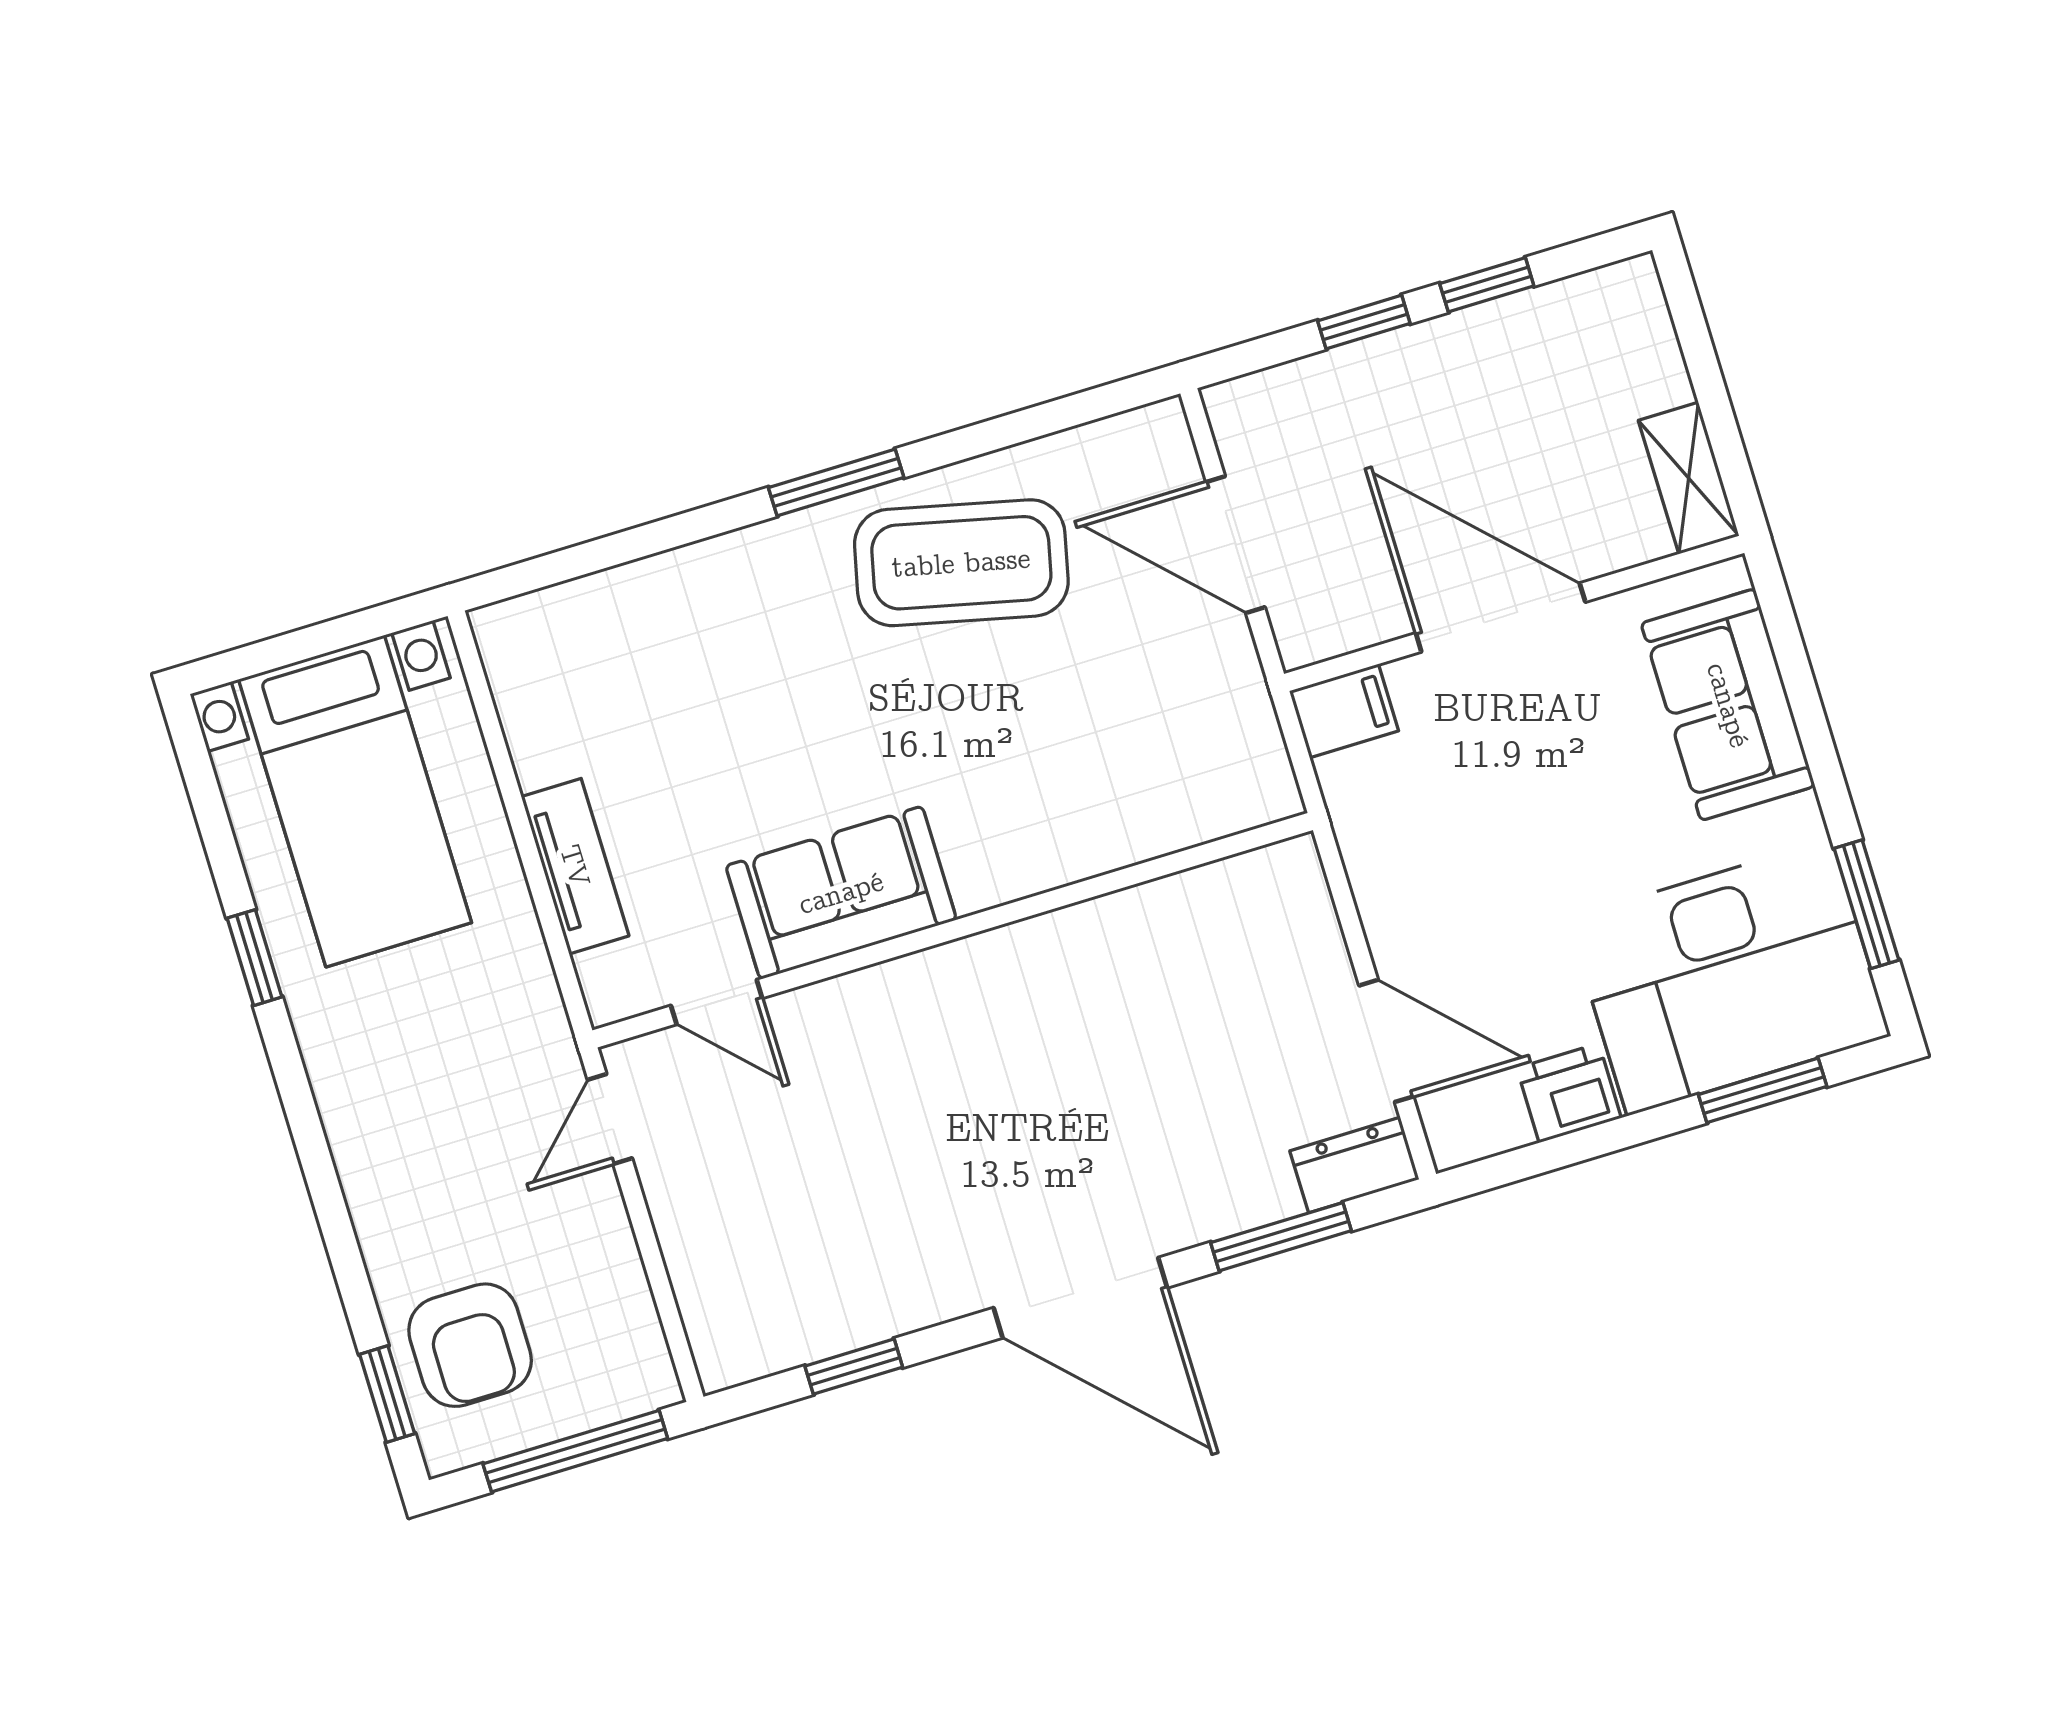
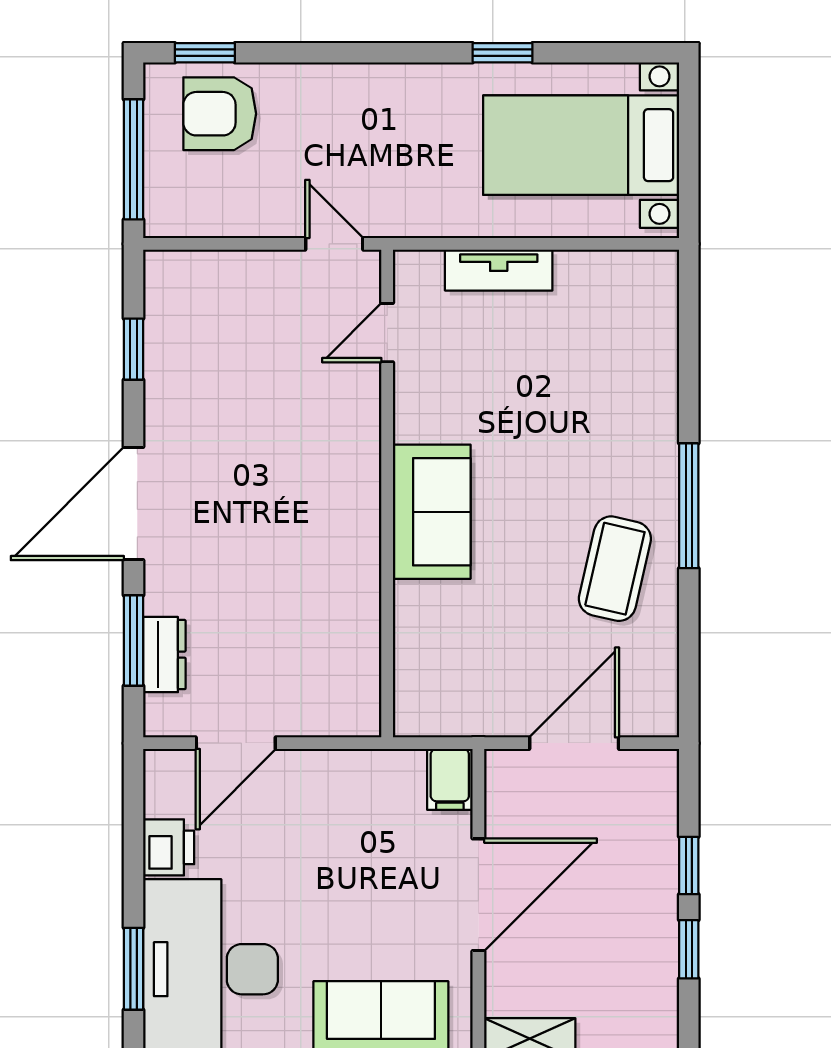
window: (836, 482) -> (689, 506), width x1.44
coffee table: (961, 563) -> (615, 569), width x0.73, depth x0.76
sofa: (841, 893) -> (432, 512), moved
dresser: (1354, 1165) -> (164, 655), moved

